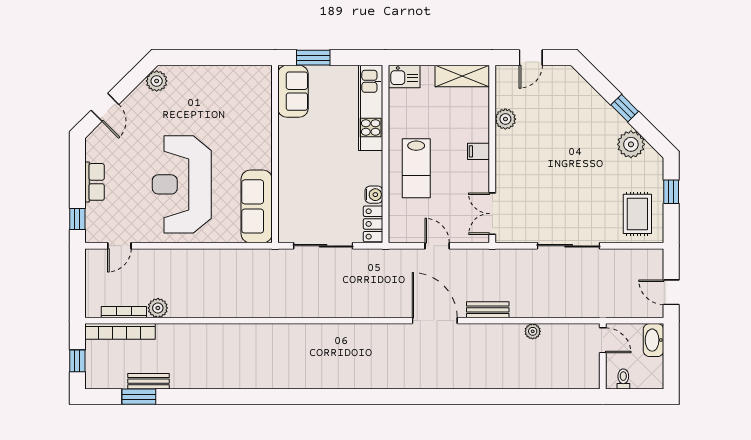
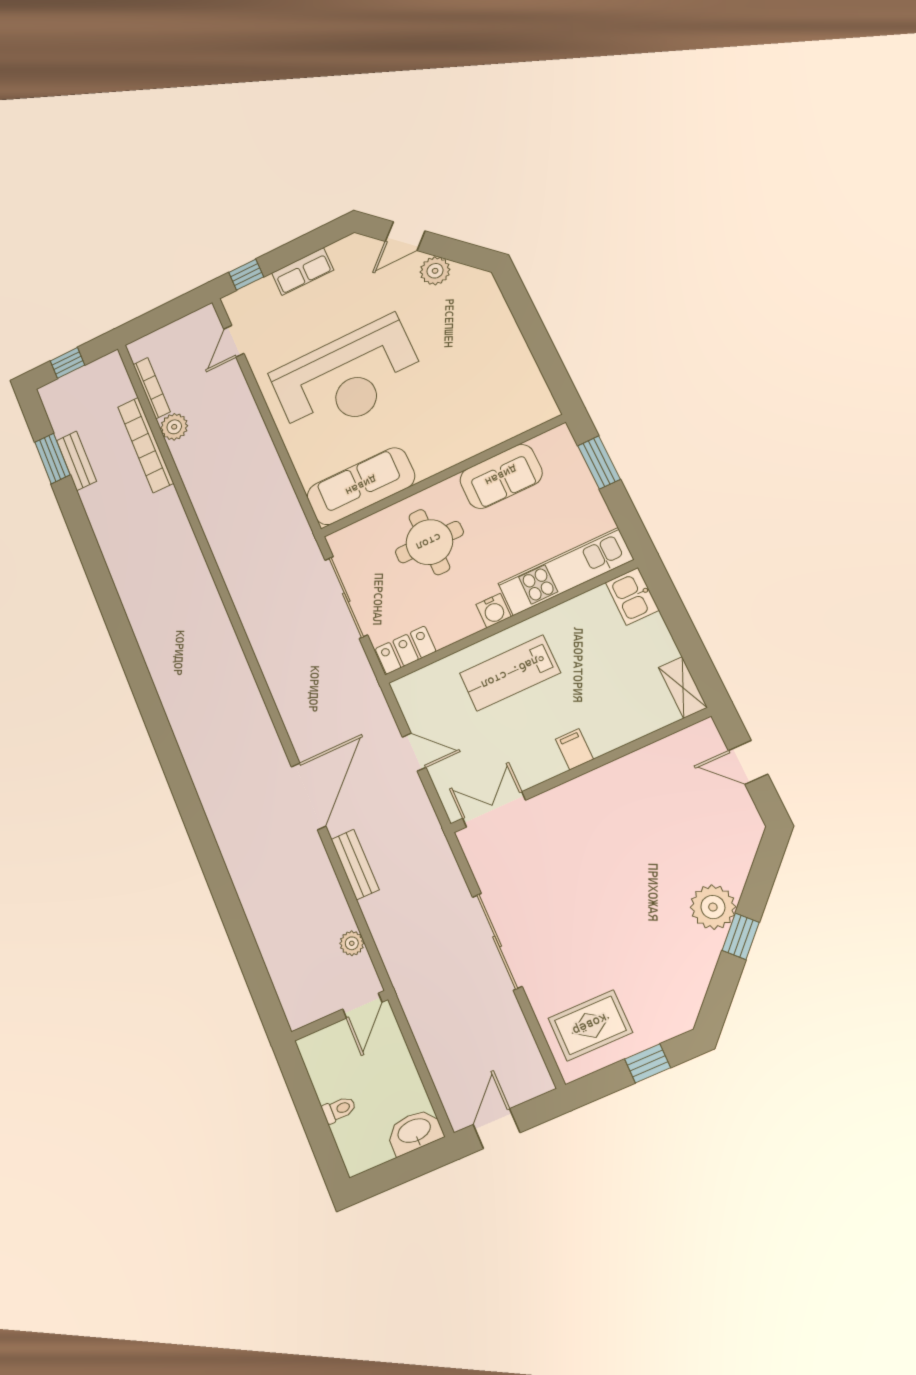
shelving: (462, 76) -> (683, 688), width x0.67, depth x0.75
plant: (157, 81) -> (435, 271), moved
sofa: (293, 91) -> (501, 476), moved
plant: (505, 119) -> (640, 766), removed
plant: (631, 144) -> (713, 907), moved
round table: (313, 180) -> (429, 542), added
reception desk: (182, 184) -> (347, 378), turned 180
water cooler: (374, 195) -> (494, 611), moved
door: (119, 246) -> (234, 341), hinge flipped
door: (437, 246) -> (414, 752), hinge flipped
bookcase: (120, 331) -> (146, 445), moved
door: (603, 340) -> (362, 1006), moved
wall: (603, 356) -> (340, 1016), moved

